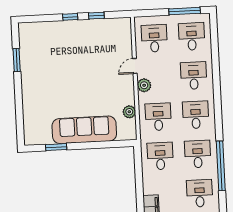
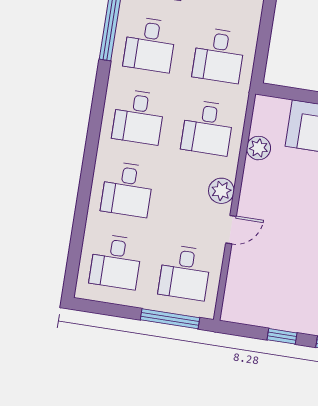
window: (185, 11) -> (170, 319), moved

